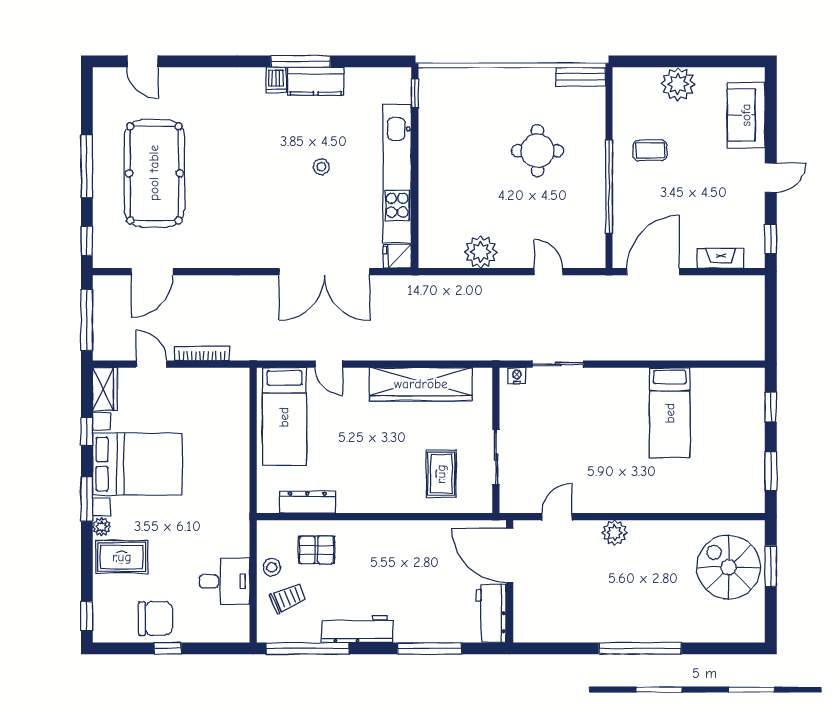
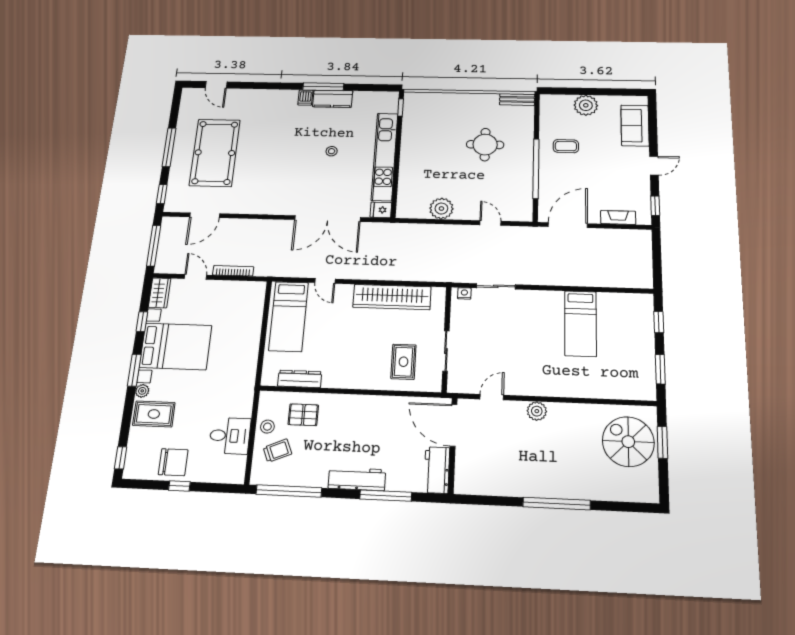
workbench: (357, 629) -> (357, 479), moved

